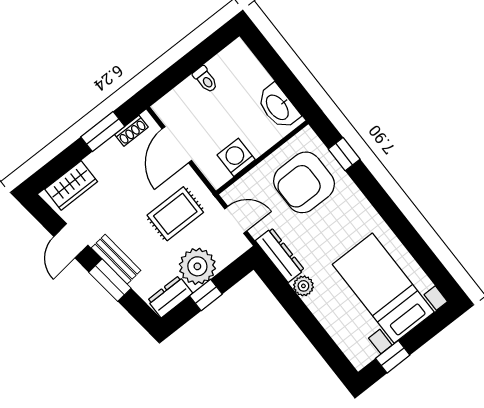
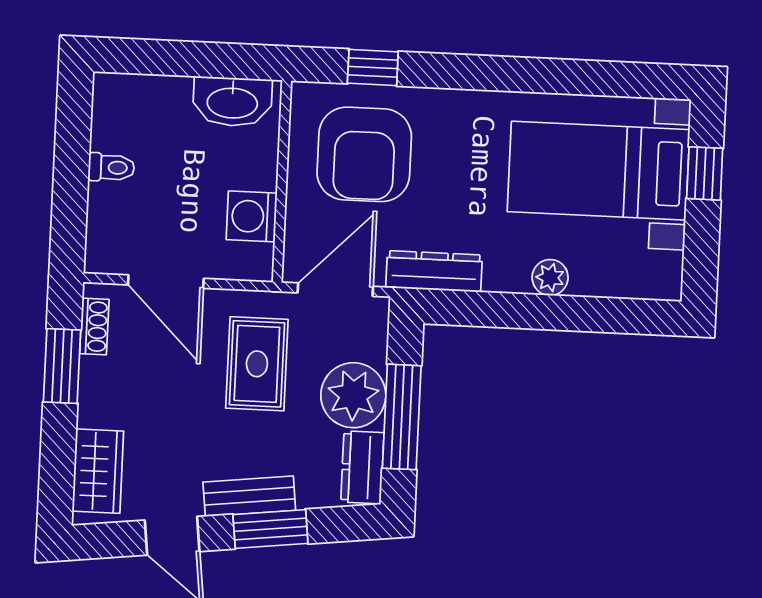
door: (236, 220) -> (335, 290), width x1.38
plant: (303, 286) -> (550, 277), moved
window: (206, 295) -> (402, 417), width x2.17
window: (393, 357) -> (705, 173), moved

